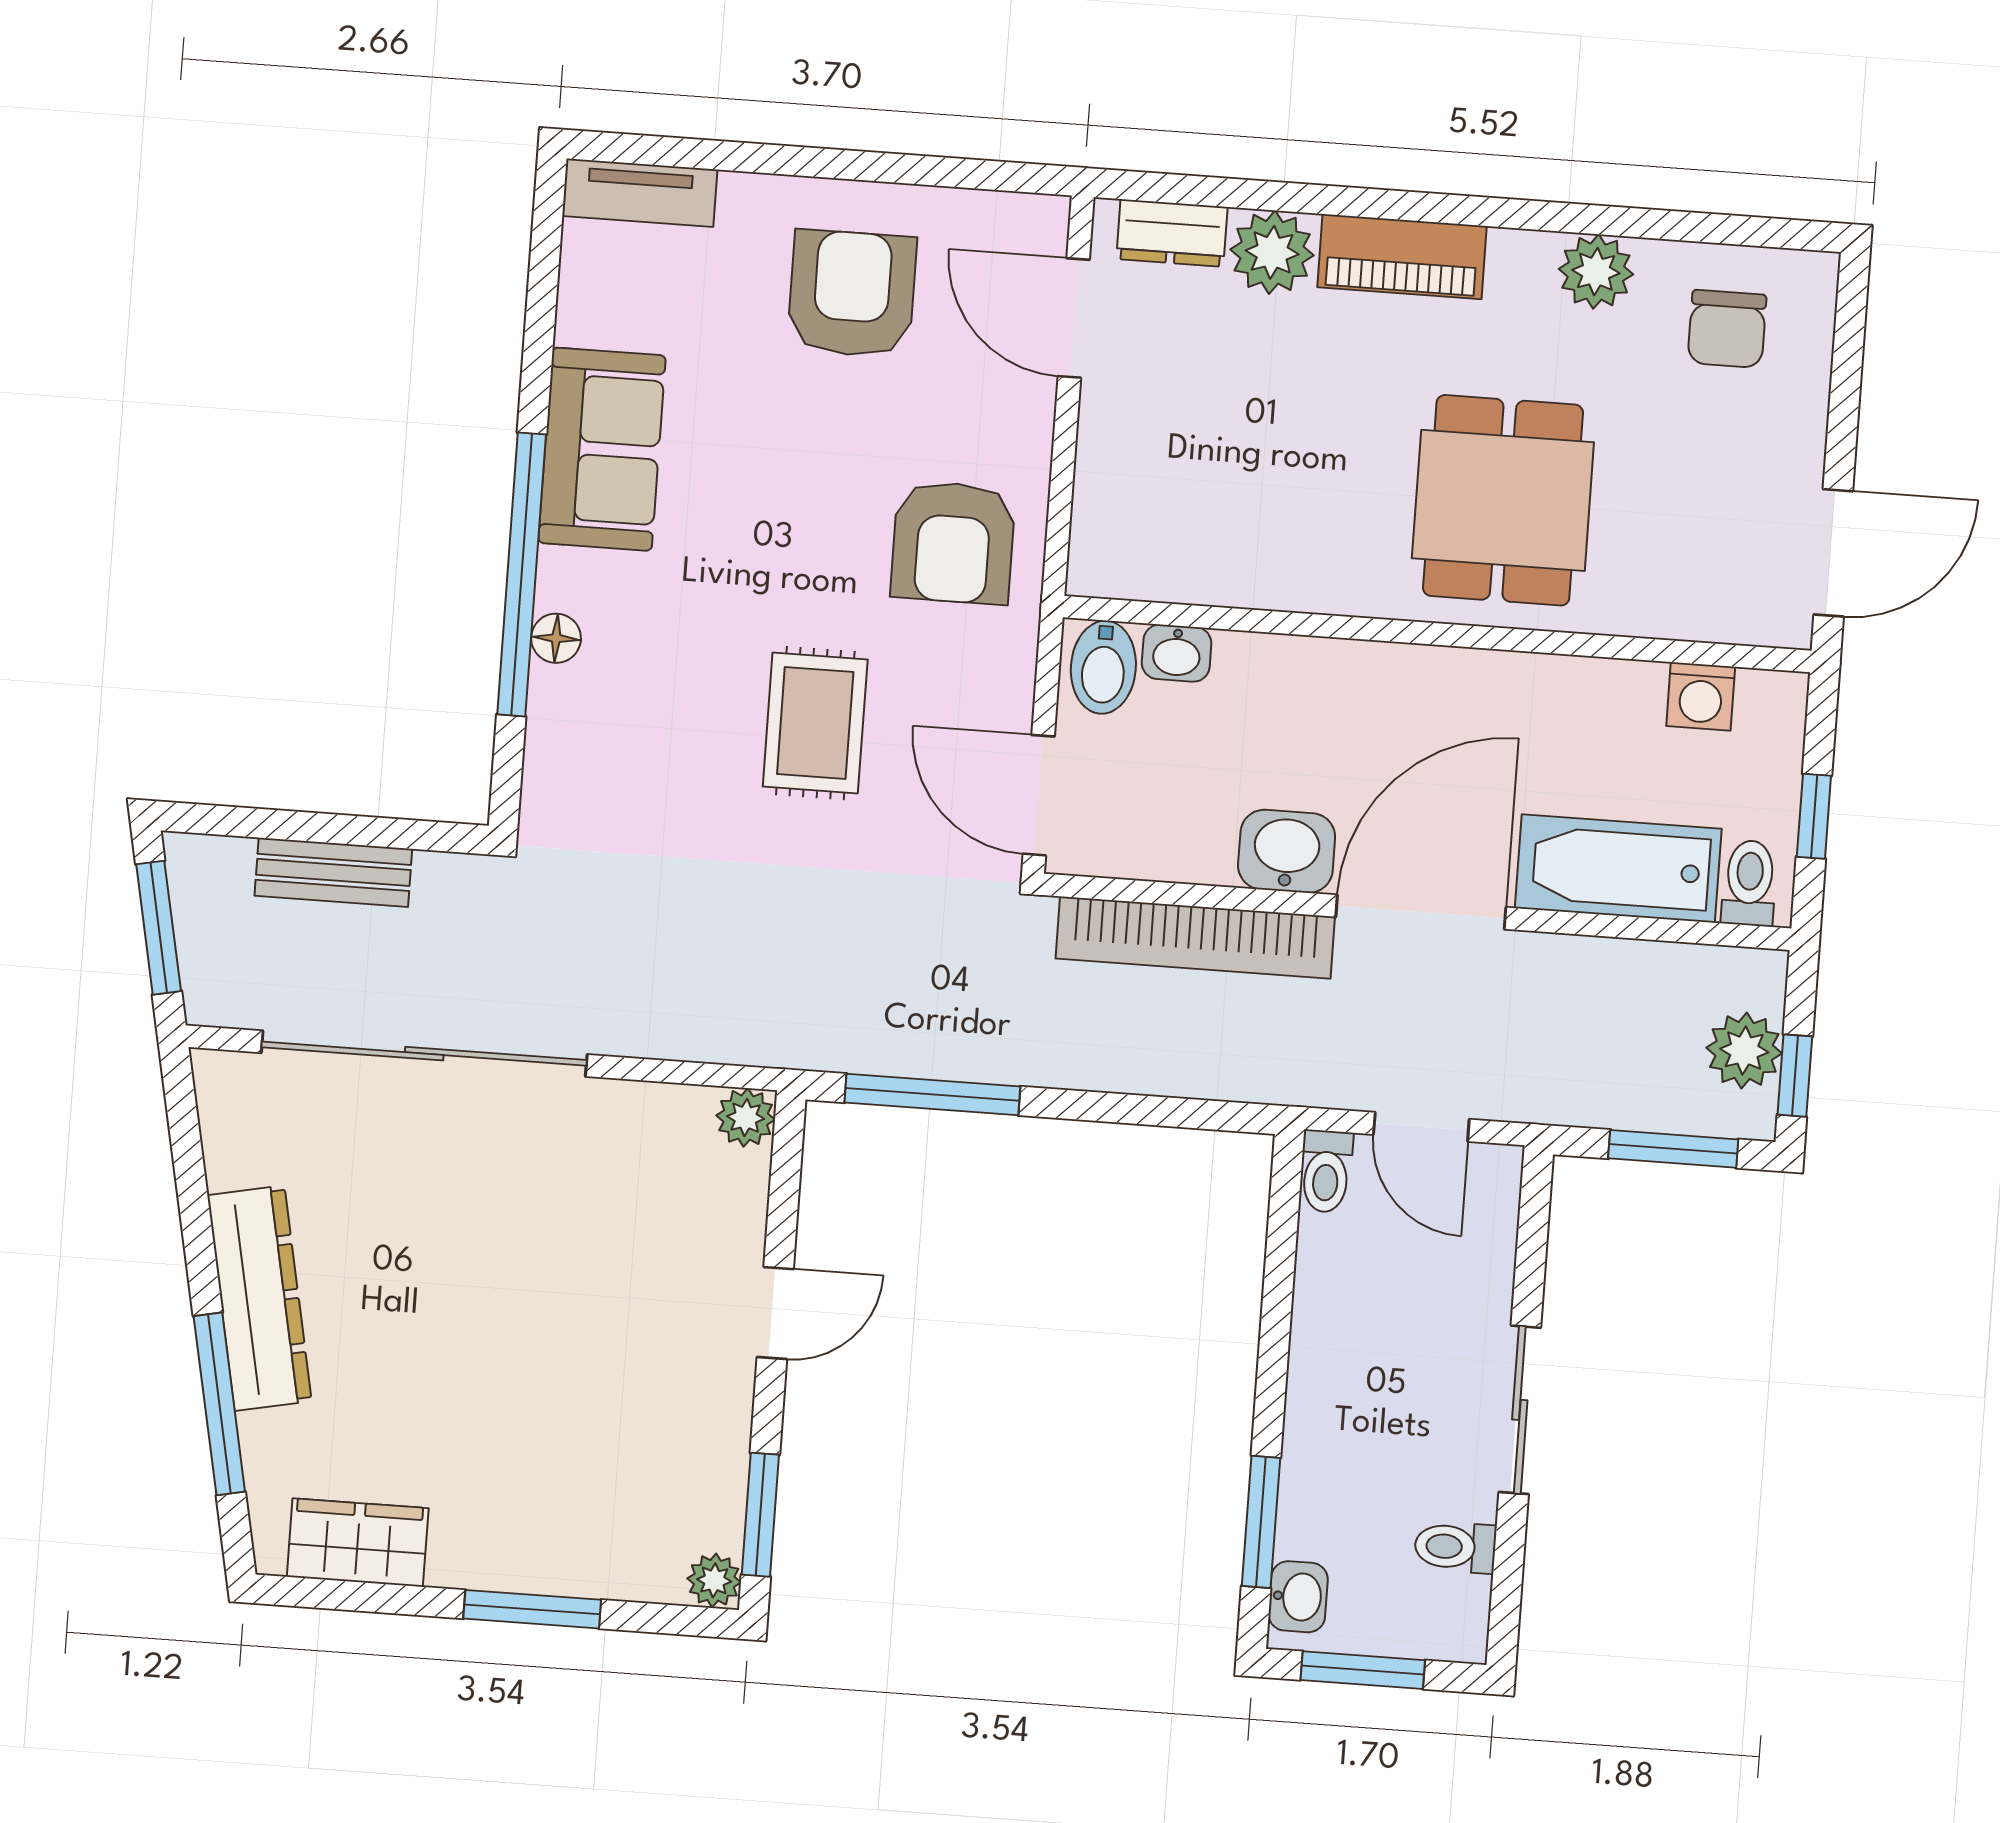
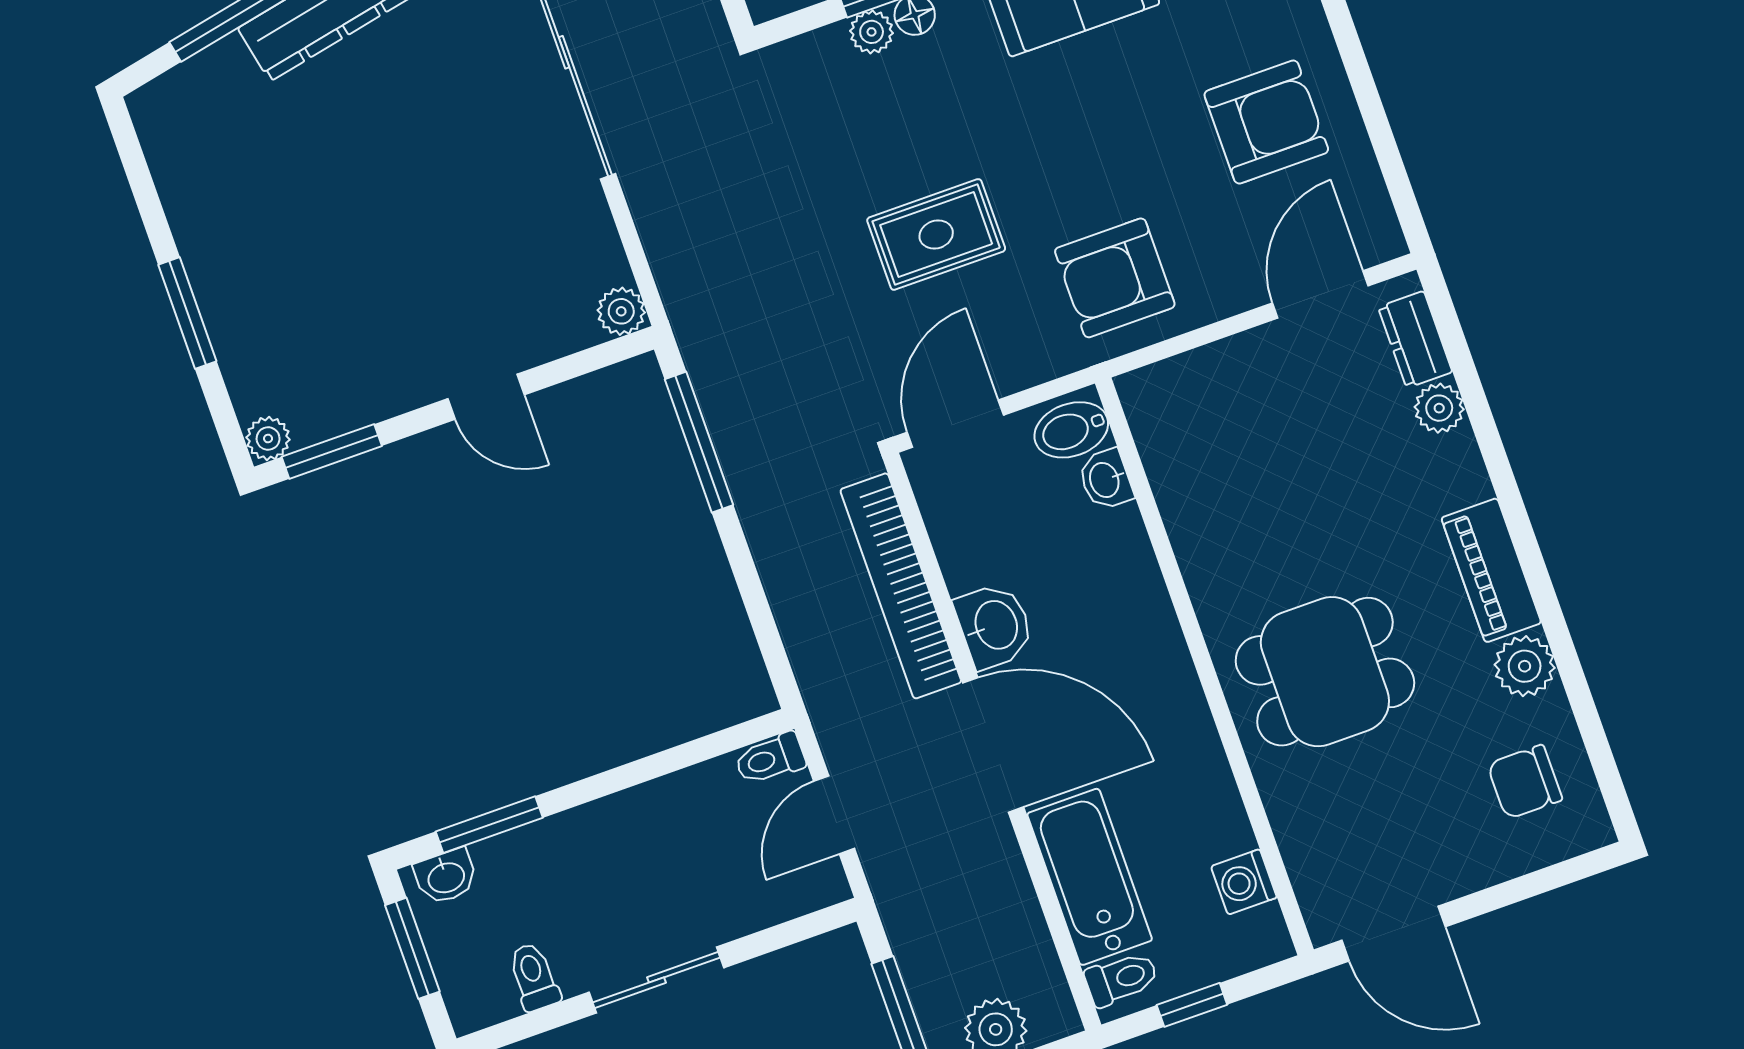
plant: (1272, 252) -> (1439, 408), width x0.73, depth x0.73
piano: (1402, 257) -> (1491, 570), moved
plant: (554, 696) -> (872, 32), added
wardrobe: (358, 1542) -> (180, 162), removed

